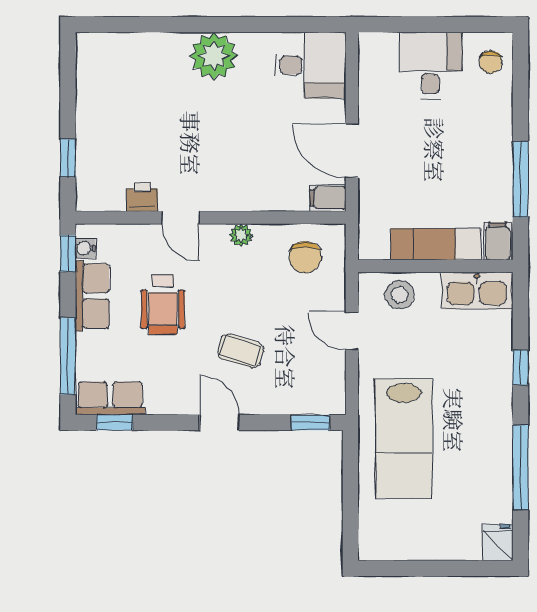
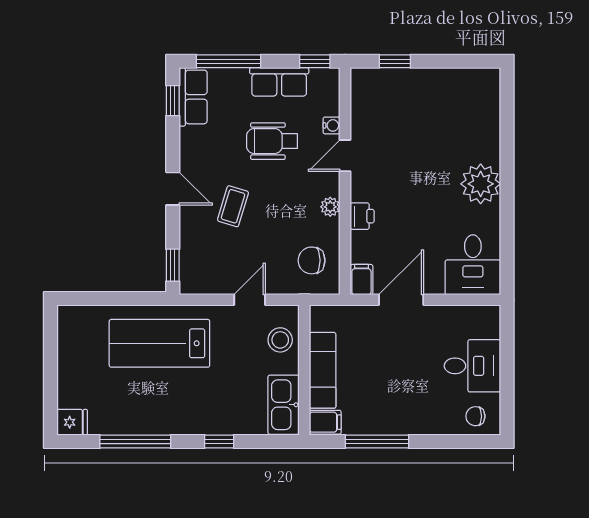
printer: (142, 197) -> (362, 216), moved
water cooler: (85, 248) -> (332, 125), moved, turned 90
door: (219, 423) -> (173, 189), hinge flipped

